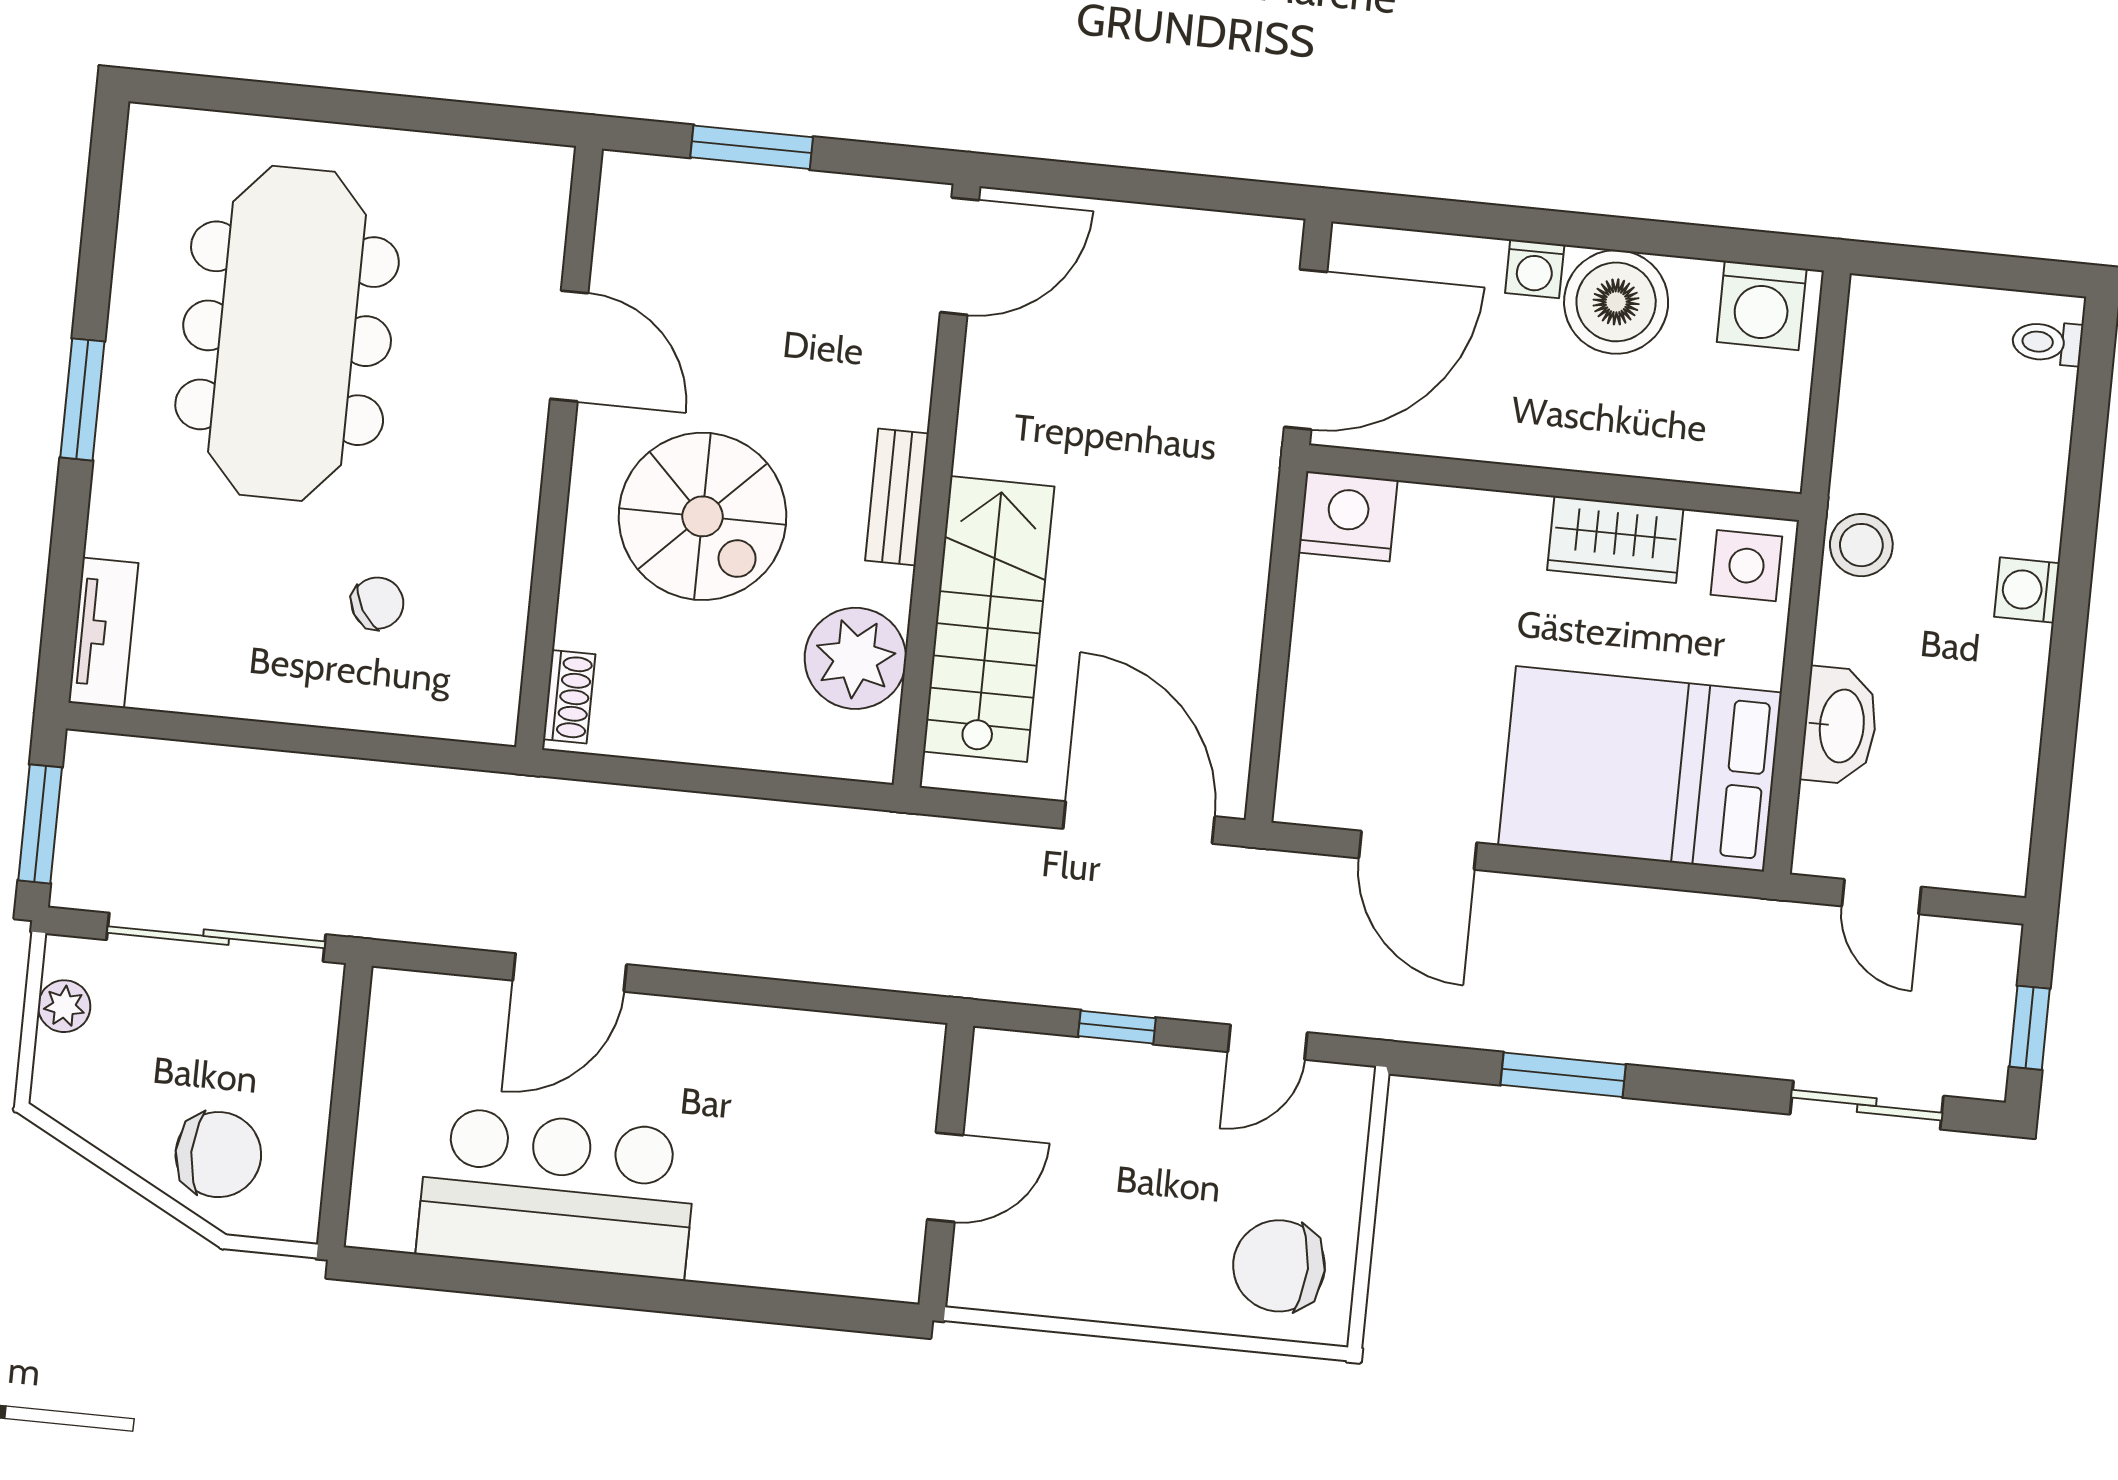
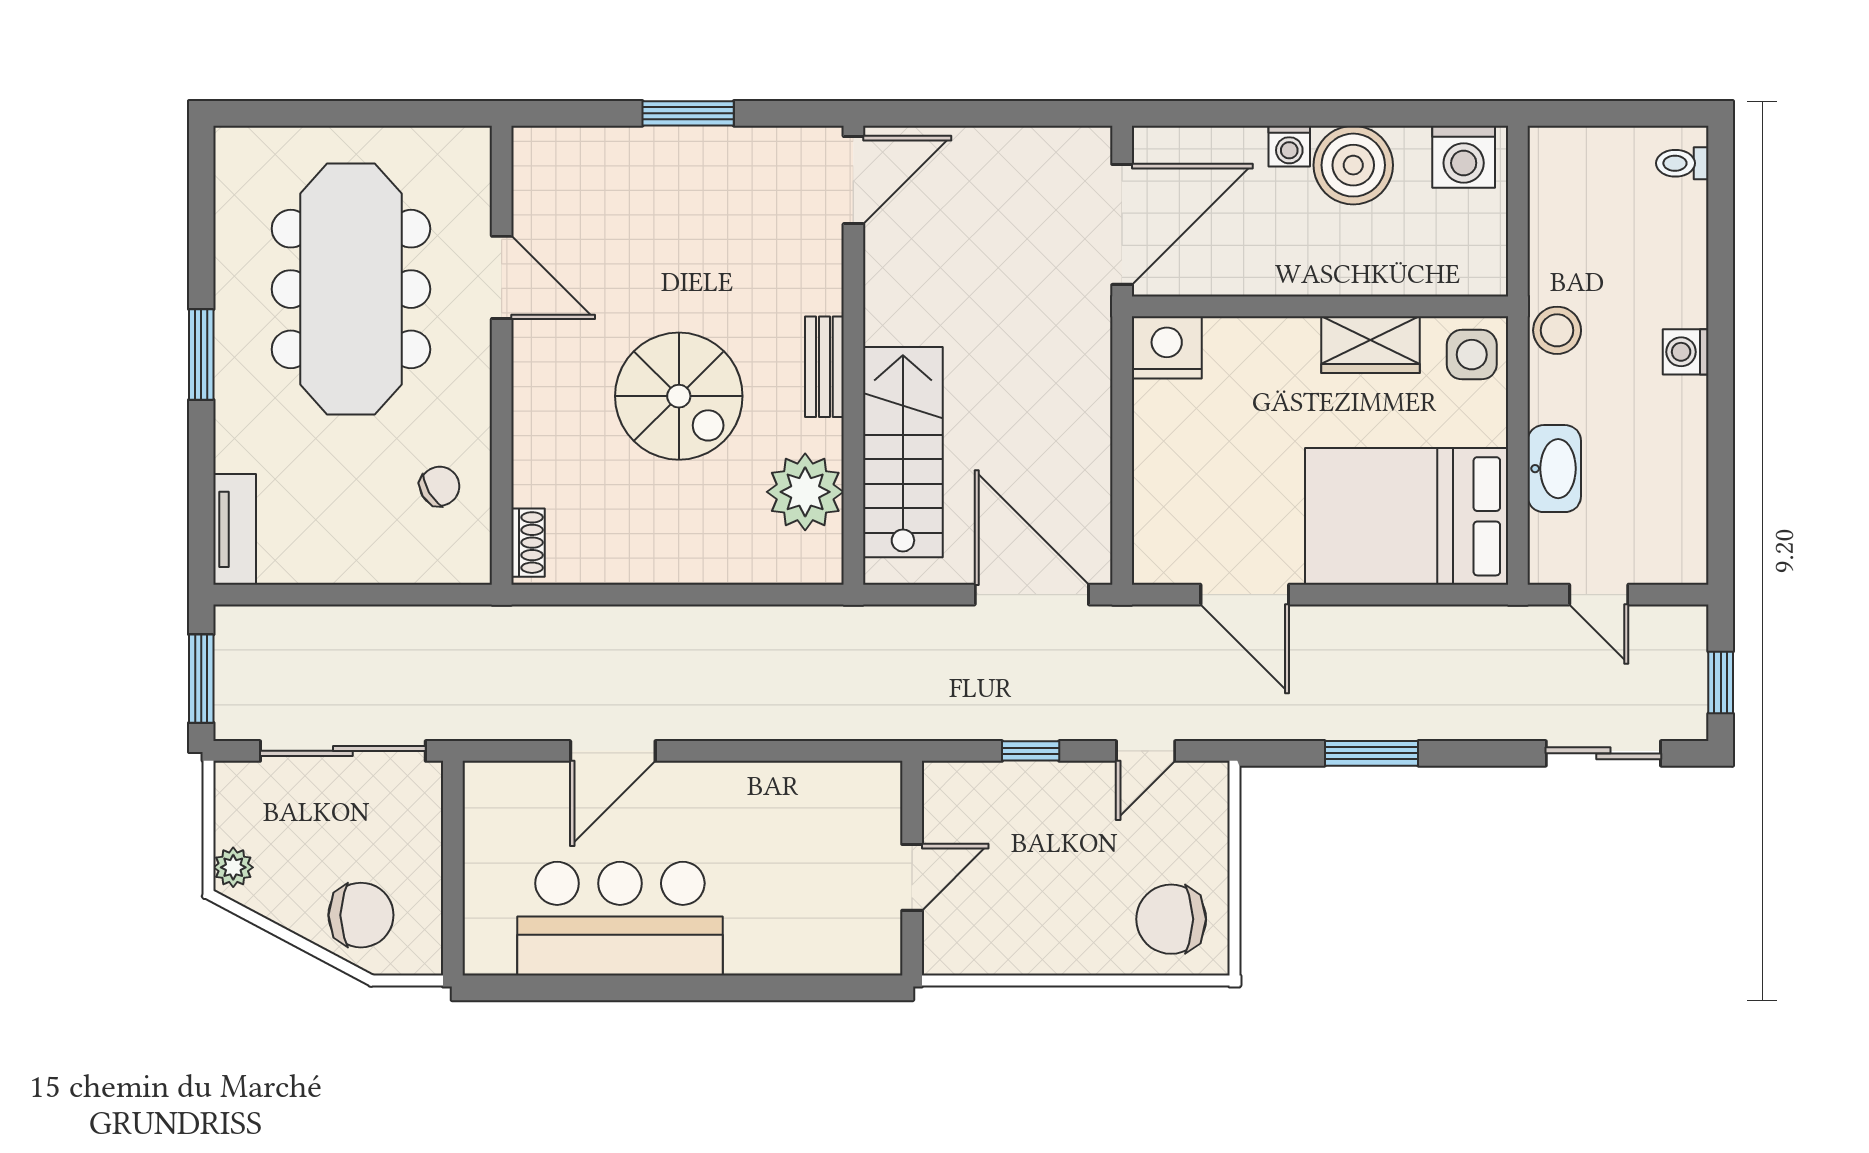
door: (569, 346) -> (502, 277), moved
wall: (559, 448) -> (502, 355), moved
shoe rack: (569, 697) -> (528, 543), moved
plant: (64, 1006) -> (233, 867), moved

